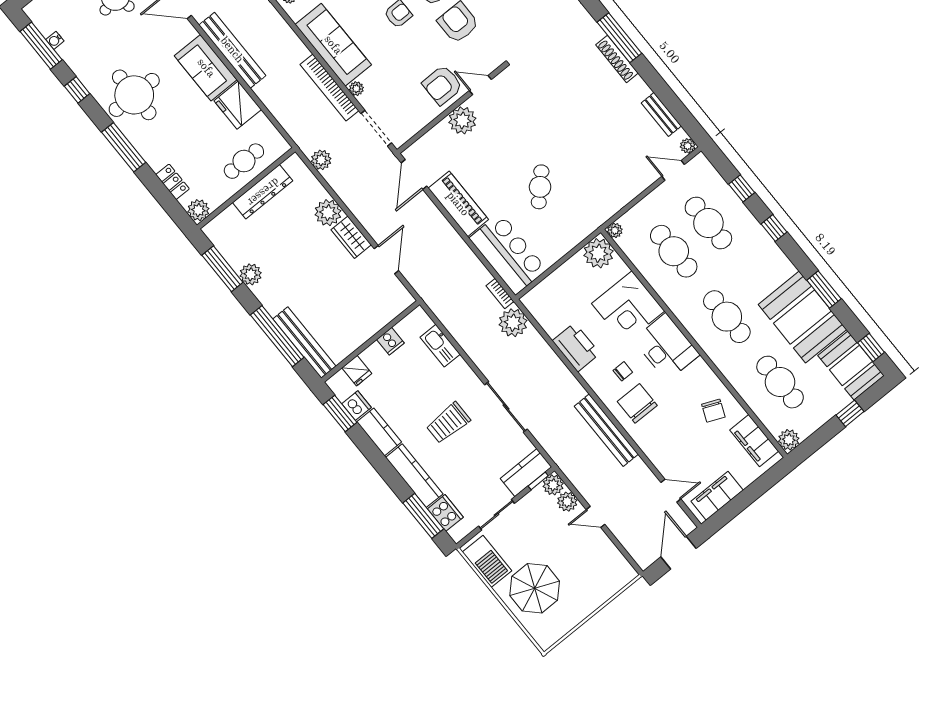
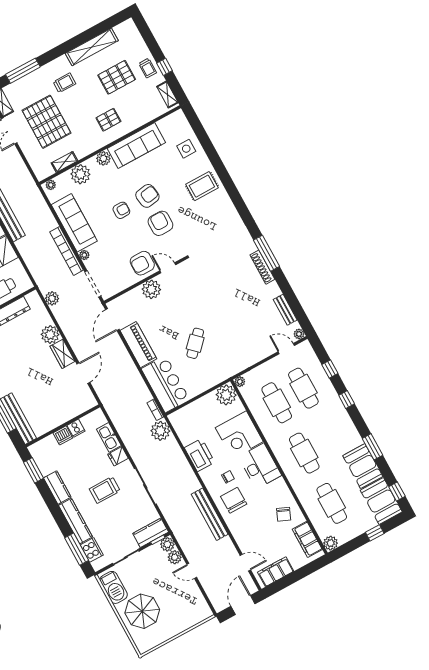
booth: (802, 317) -> (363, 466), width x0.73, depth x0.70
fridge: (357, 371) -> (118, 456), moved, turned 90
dishwasher: (357, 406) -> (63, 435), moved, turned 90

